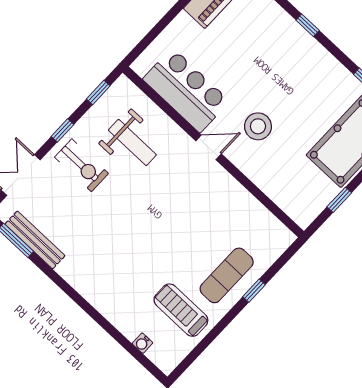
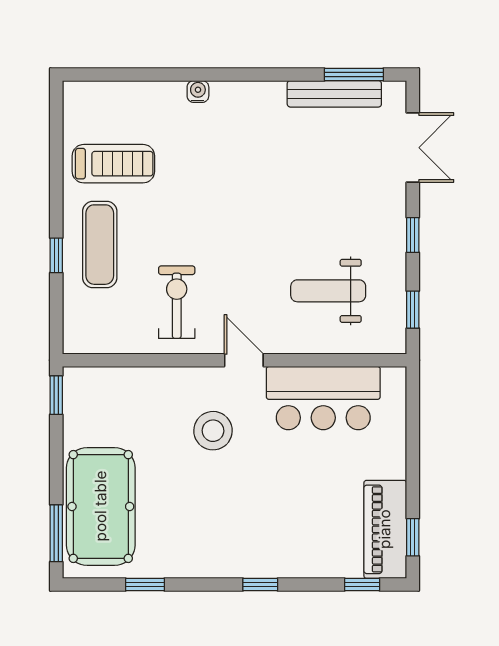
door: (209, 147) -> (244, 360), swing flipped
exercise bike: (82, 165) -> (177, 302), moved, turned 90
window: (339, 200) -> (56, 395), moved
water cooler: (142, 343) -> (198, 92), moved

